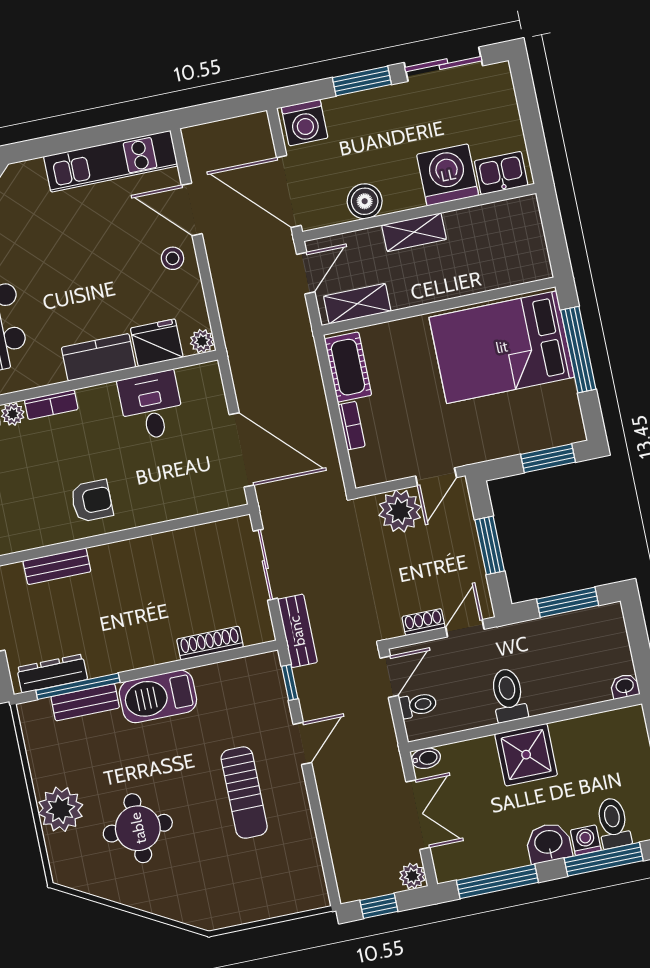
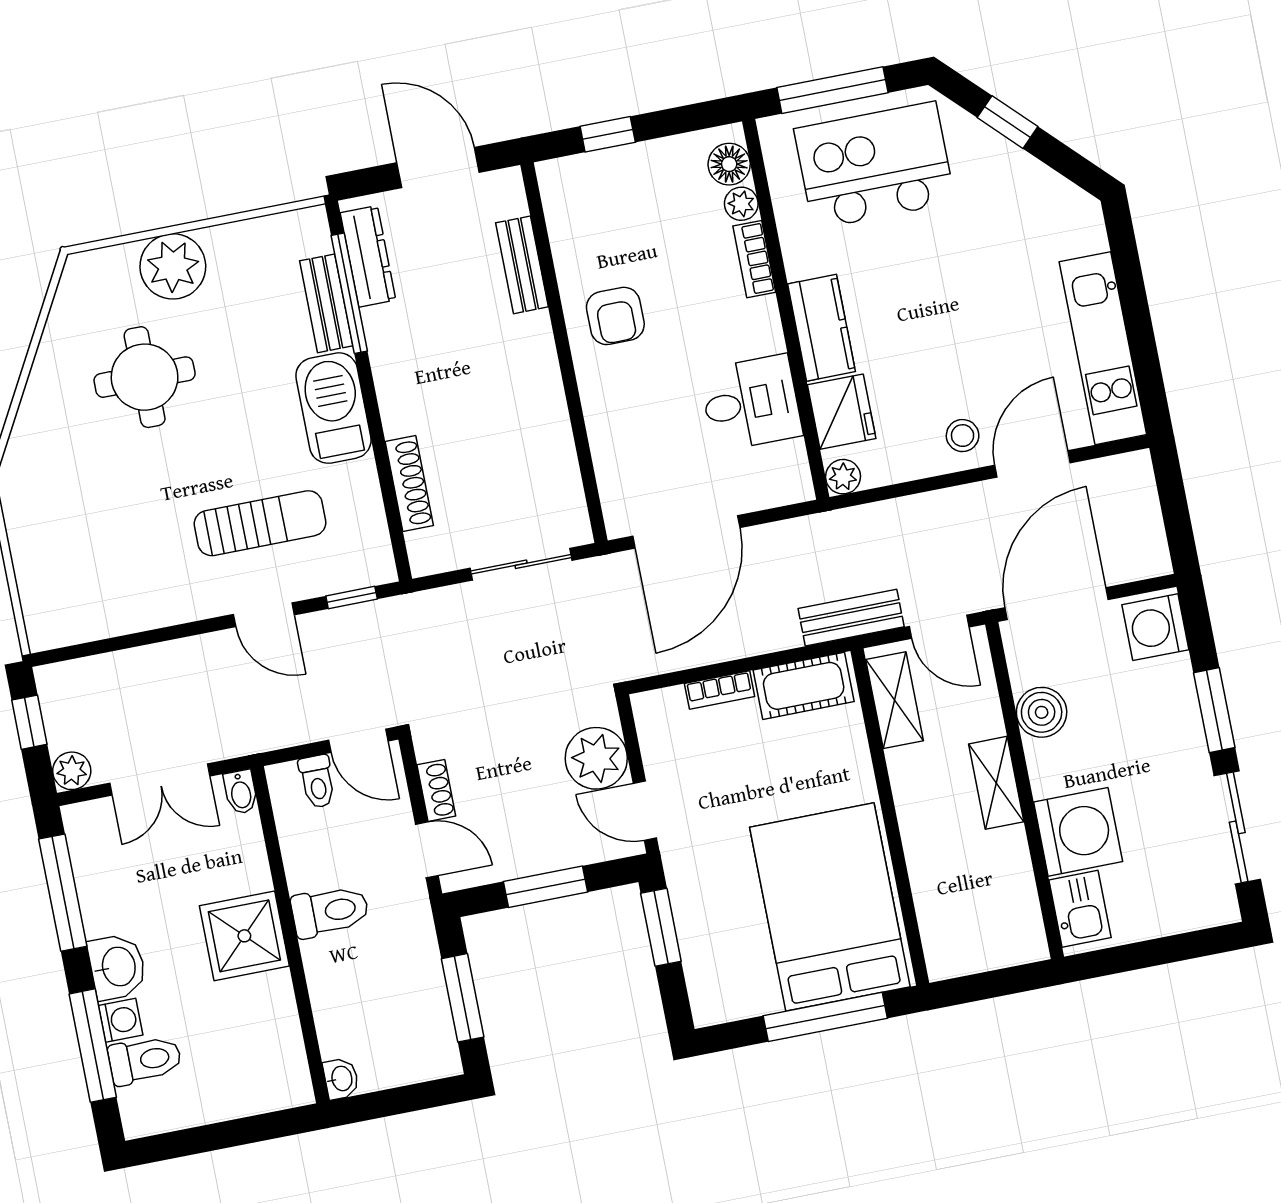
window: (548, 458) -> (661, 927), moved
bench: (297, 631) -> (851, 618), moved
sun lounger: (244, 793) -> (260, 523), moved, turned 180

